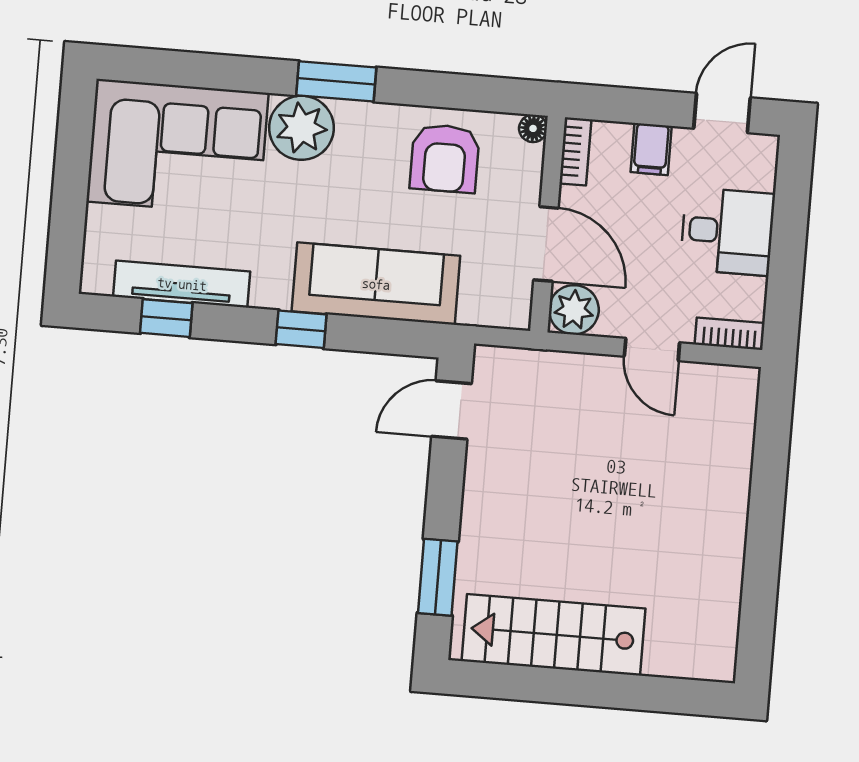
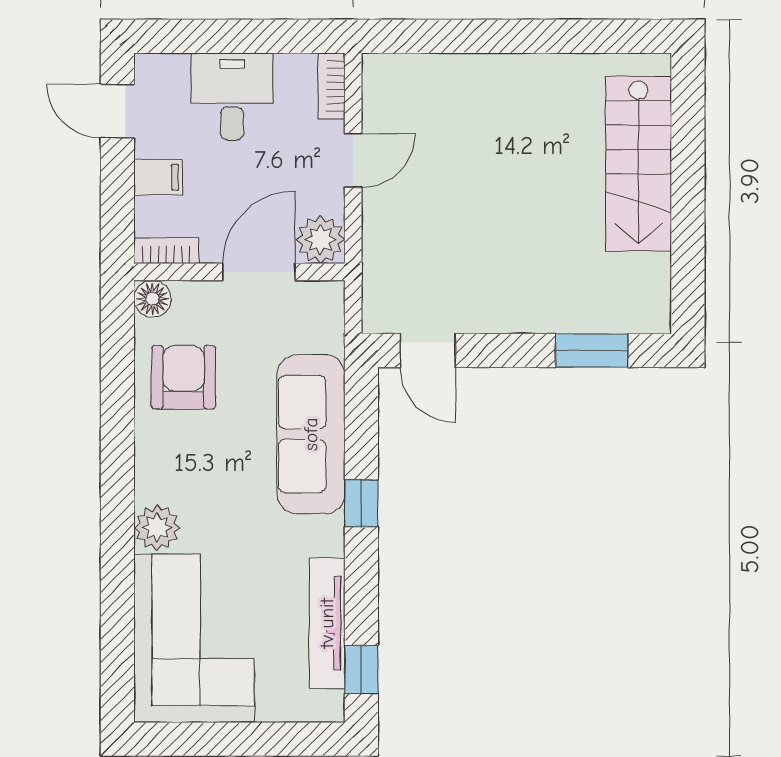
window: (336, 81) -> (117, 489), removed
plant: (301, 128) -> (157, 528), width x0.73, depth x0.73
floor lamp: (533, 128) -> (152, 299), width x1.37, depth x1.37
armchair: (445, 158) -> (184, 377), turned -90
window: (166, 318) -> (361, 670), moved
stairs: (553, 635) -> (638, 164), moved

